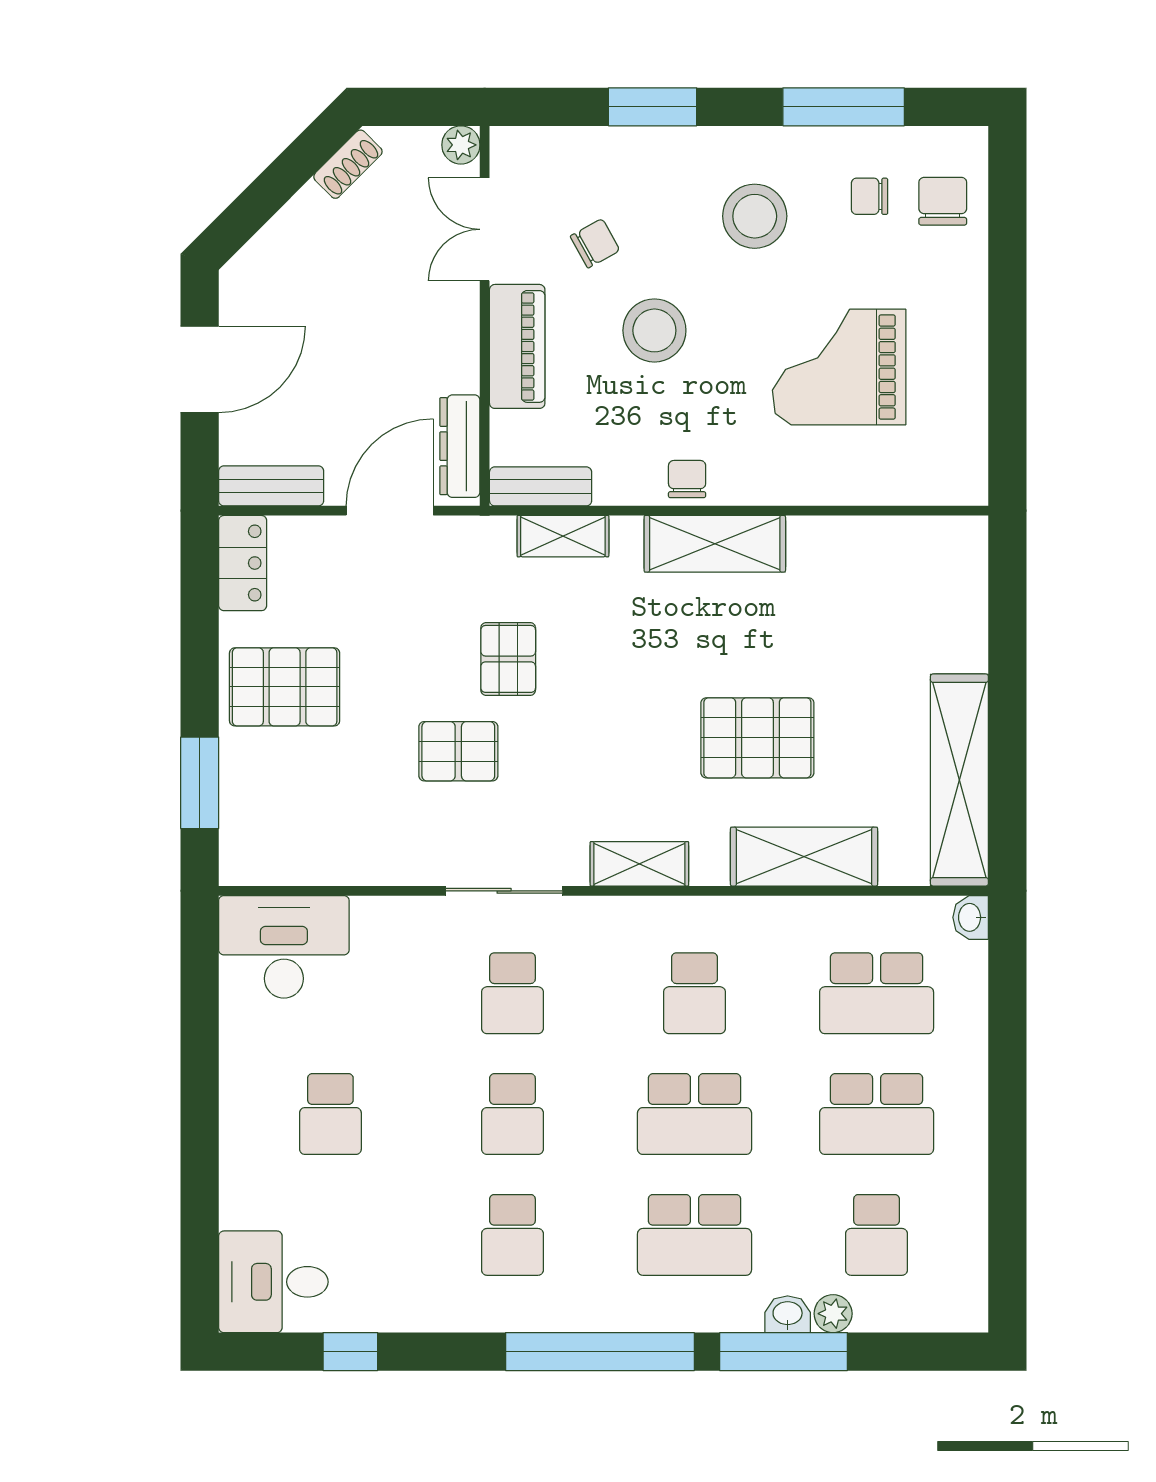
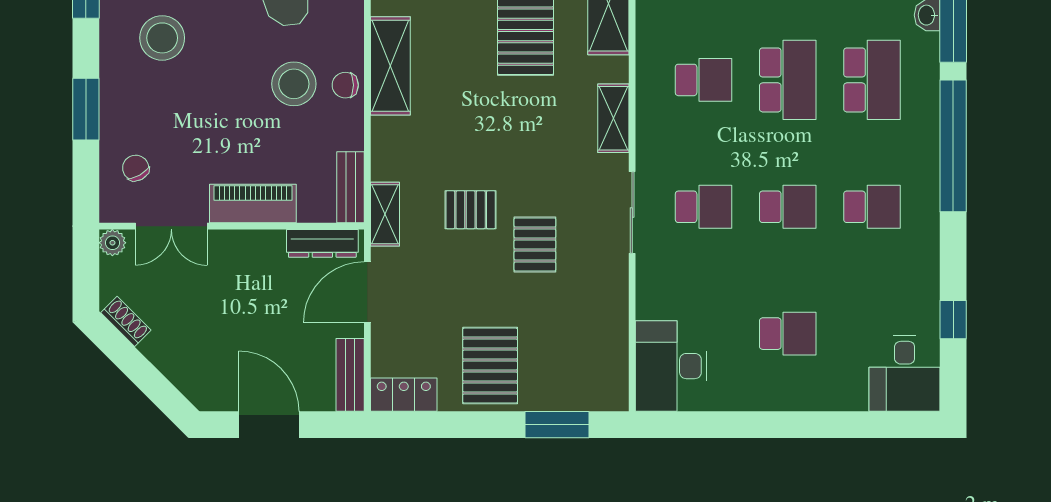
chair: (595, 243) -> (136, 168), moved
stool: (654, 330) -> (294, 84), moved
door: (390, 511) -> (367, 292), hinge flipped
shelving: (563, 536) -> (385, 214), moved

